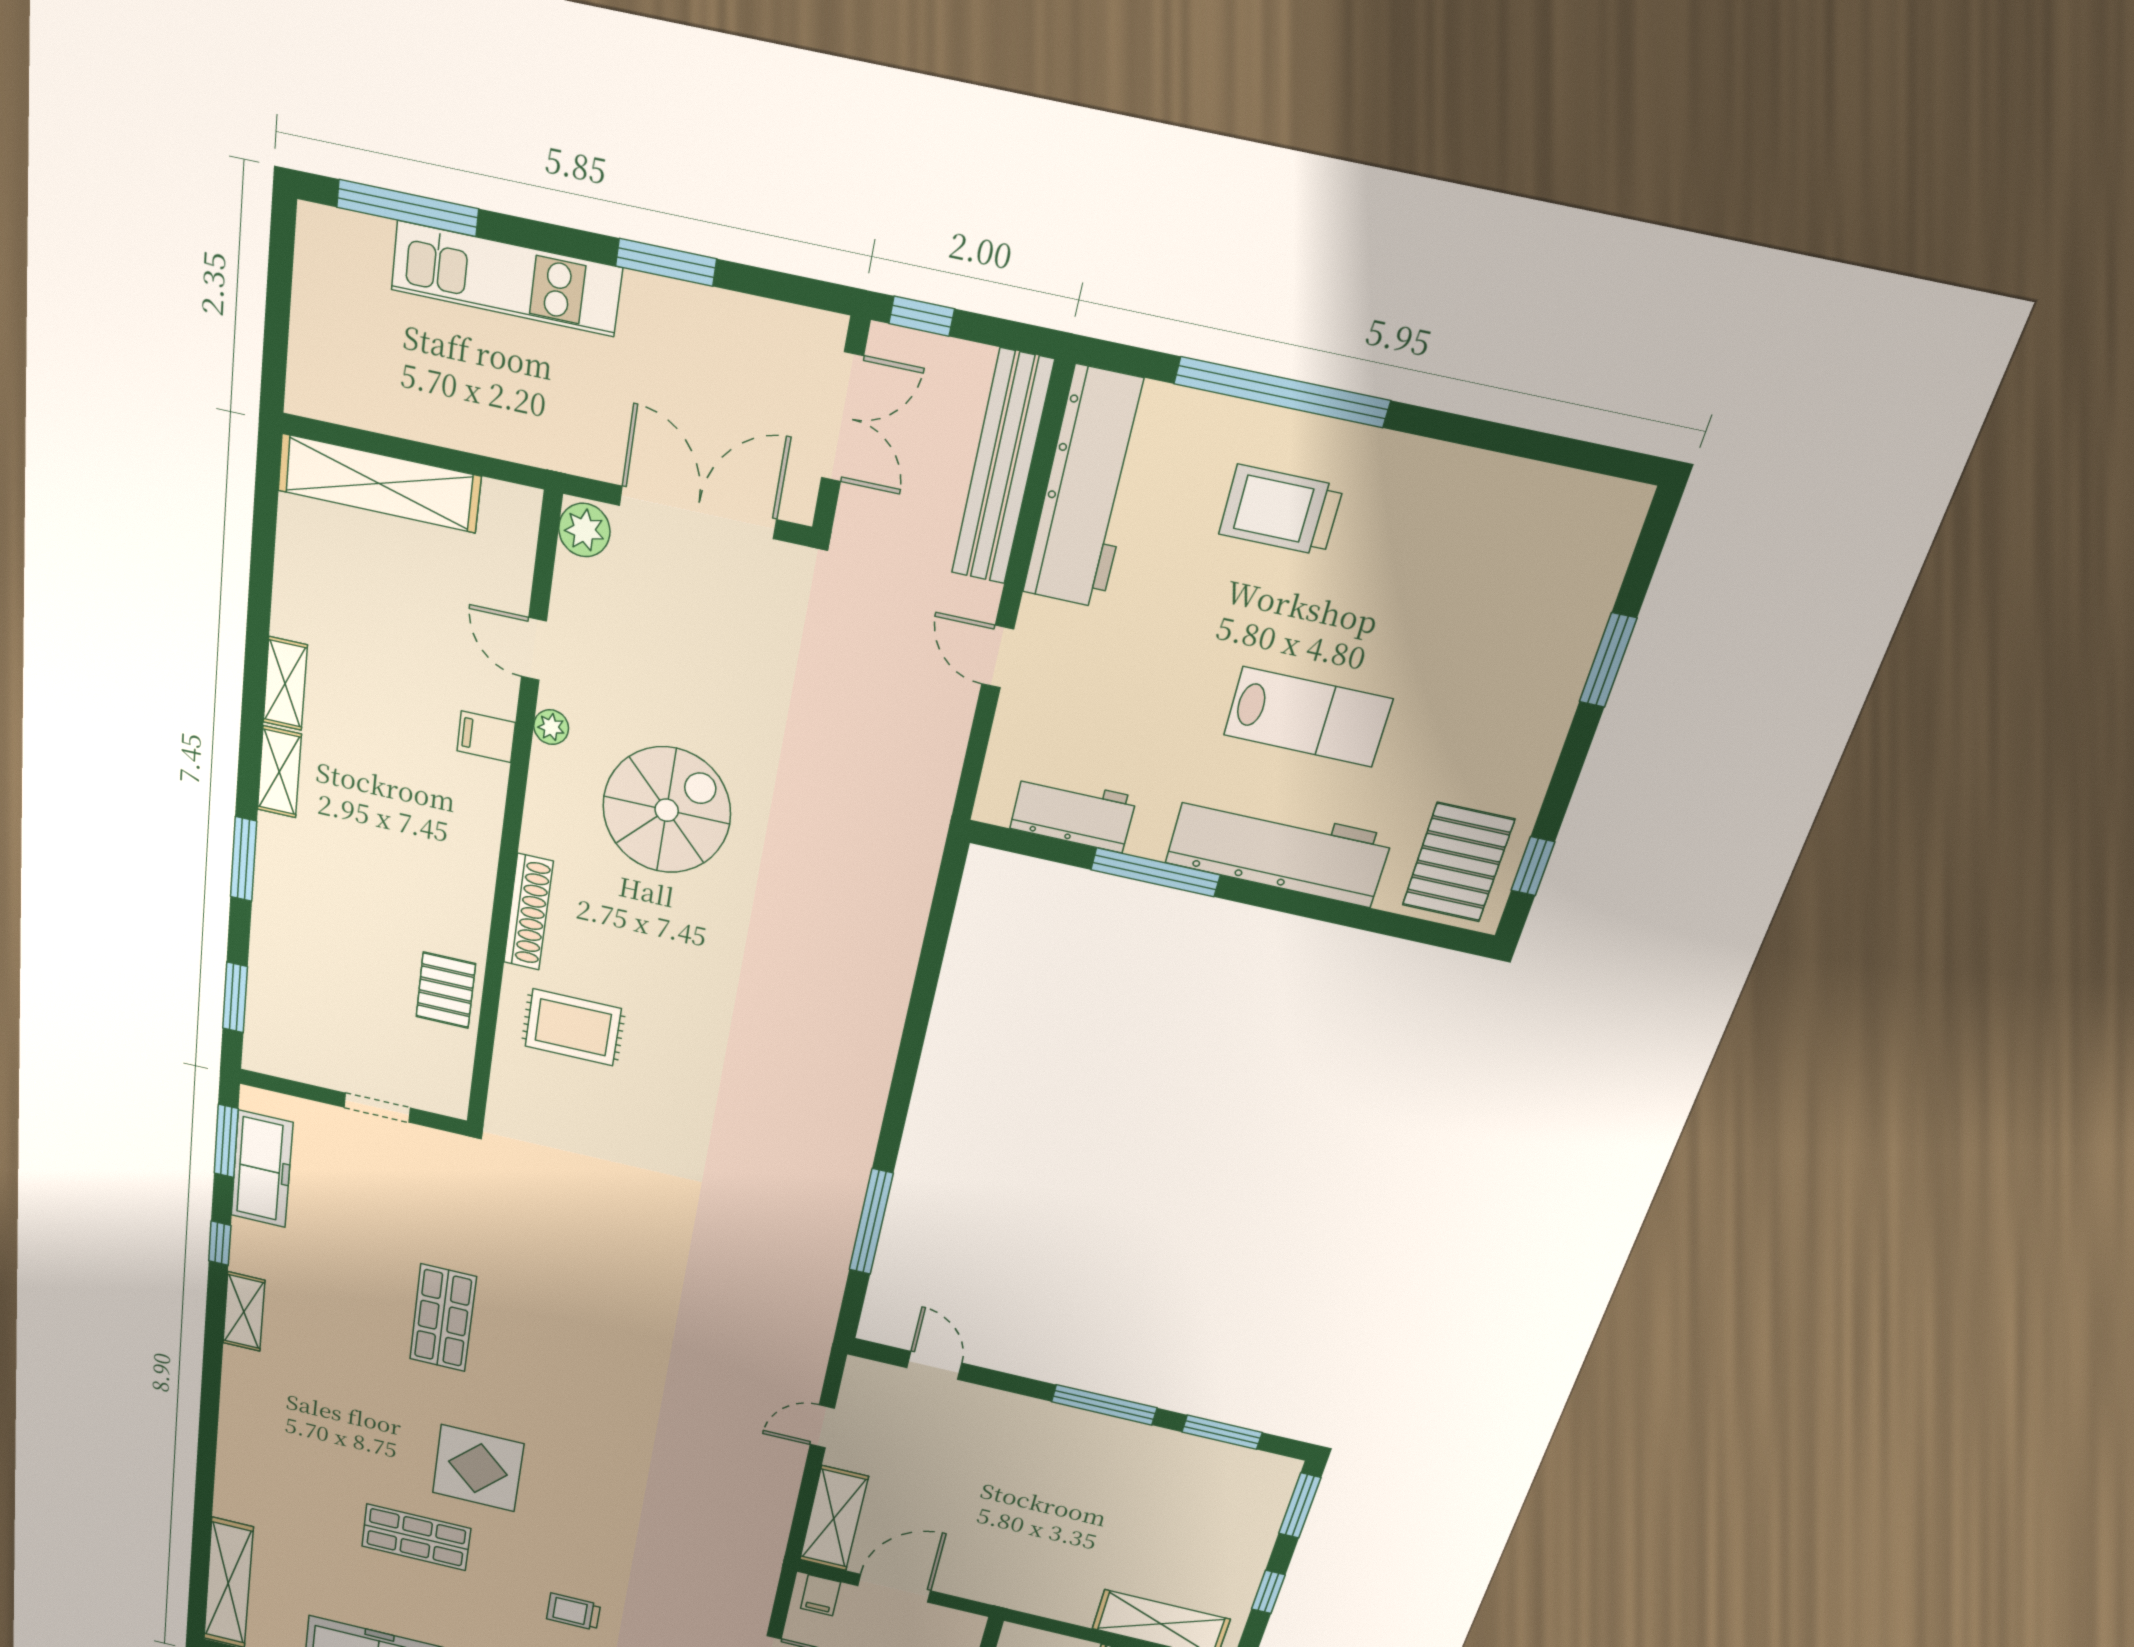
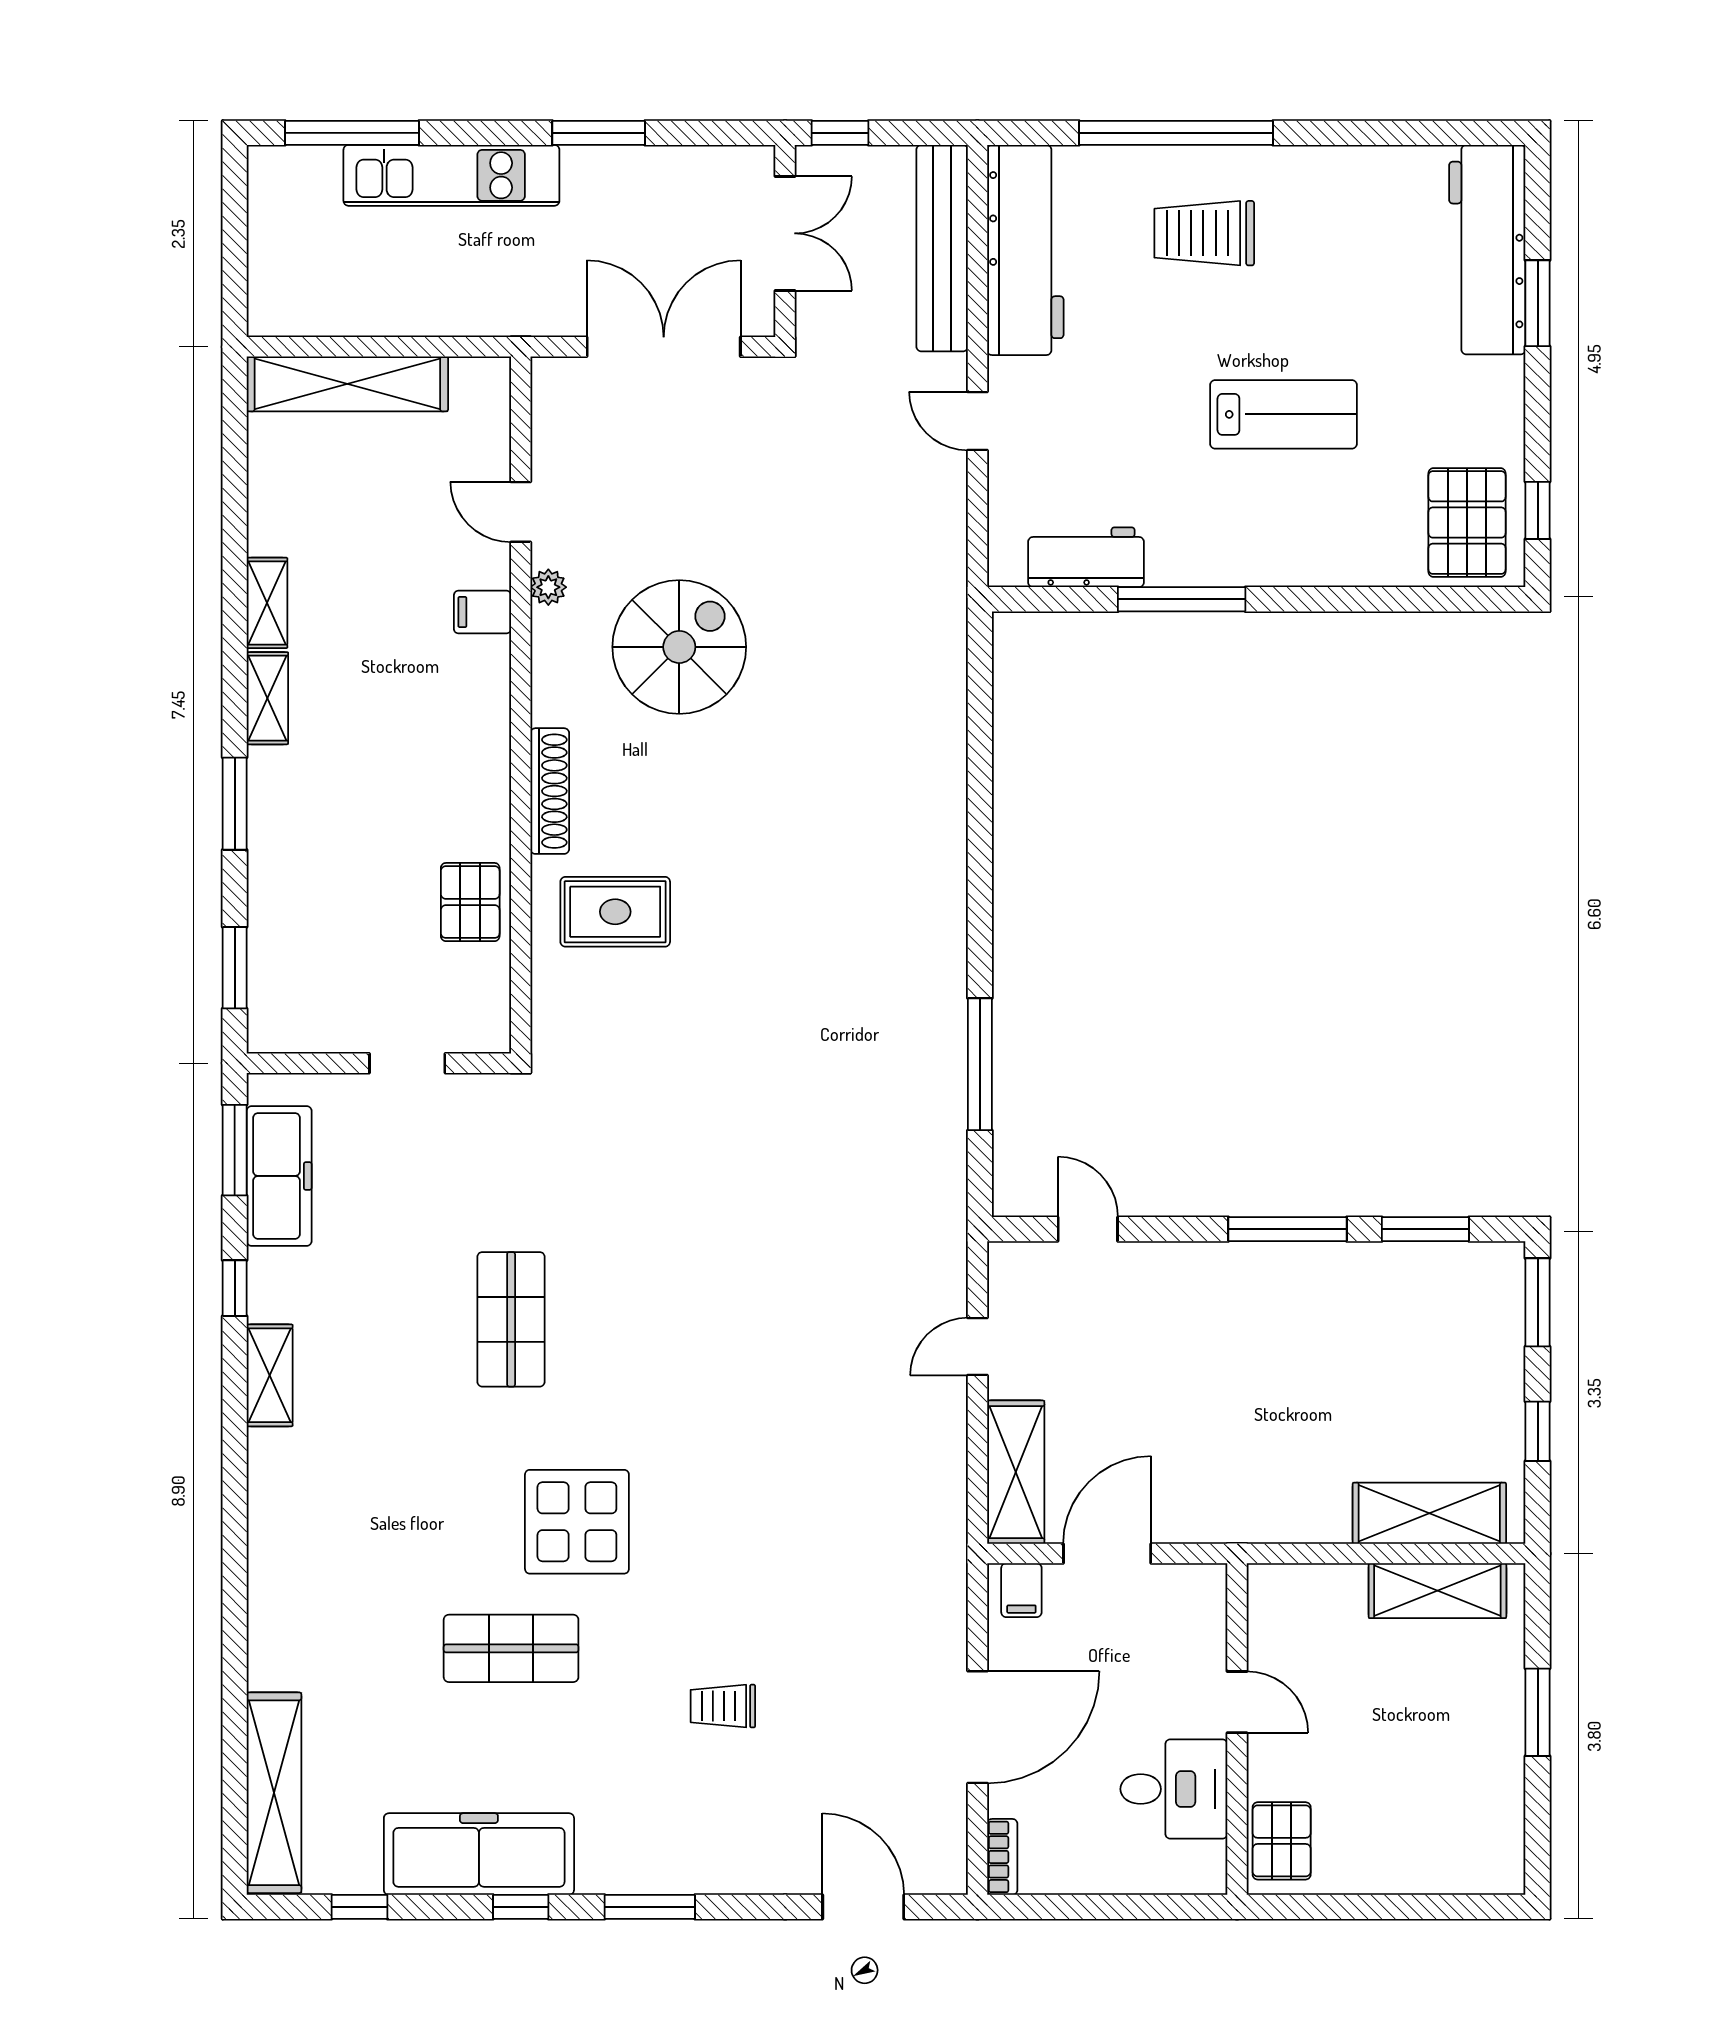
plant: (584, 530) -> (556, 386), removed
workbench: (1278, 850) -> (1487, 250), moved, turned -90

